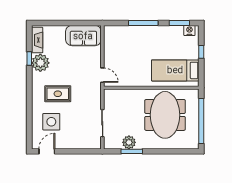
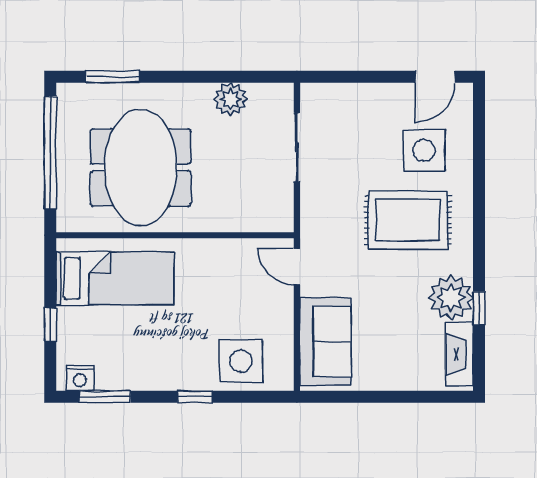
window: (143, 23) -> (195, 397), width x0.46
sofa: (83, 36) -> (325, 342), moved, turned 90
side table: (125, 37) -> (241, 361), added
rug: (58, 94) -> (408, 220), width x1.36, depth x1.43
window: (132, 151) -> (113, 77), moved

